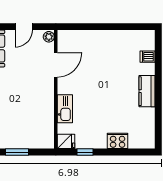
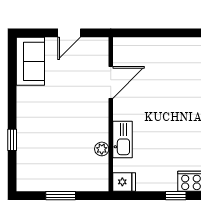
plant: (49, 37) -> (102, 149), moved
window: (85, 152) -> (176, 196), moved

